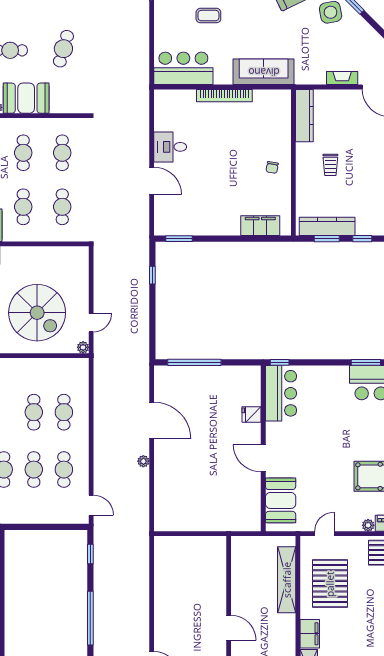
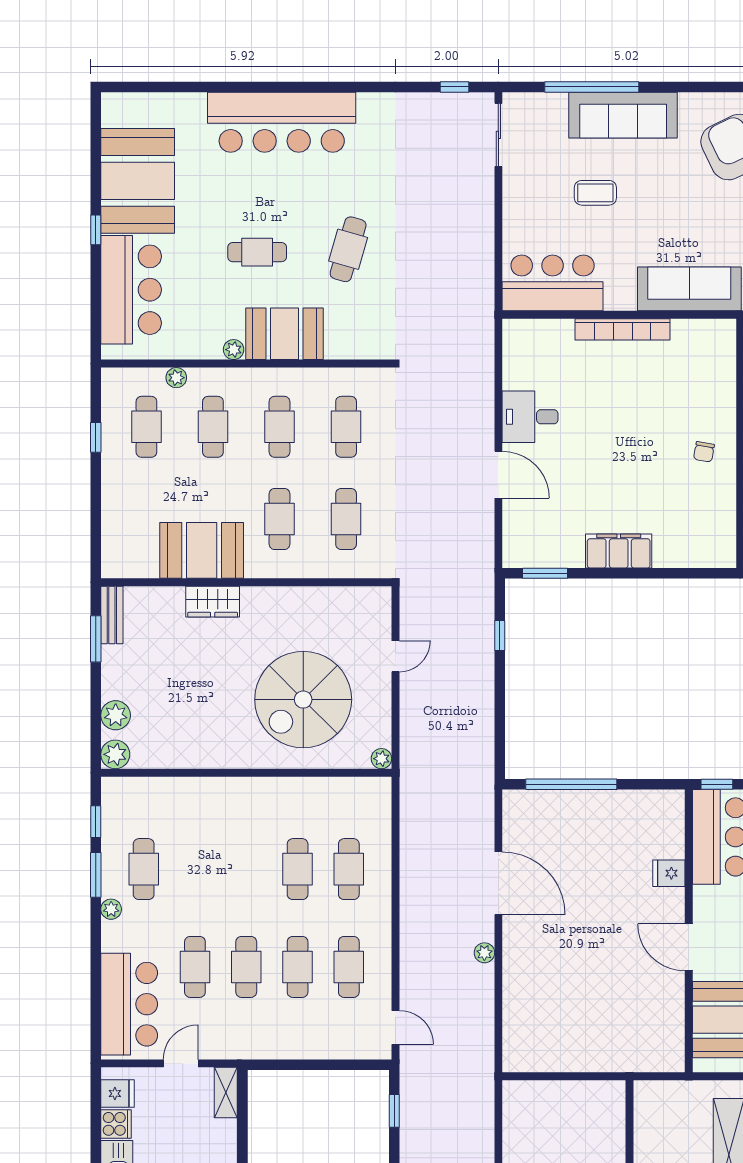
filing cabinet: (260, 226) -> (619, 551), moved
spiral stairs: (37, 313) -> (303, 700), turned 90
door: (91, 323) -> (395, 656), moved

